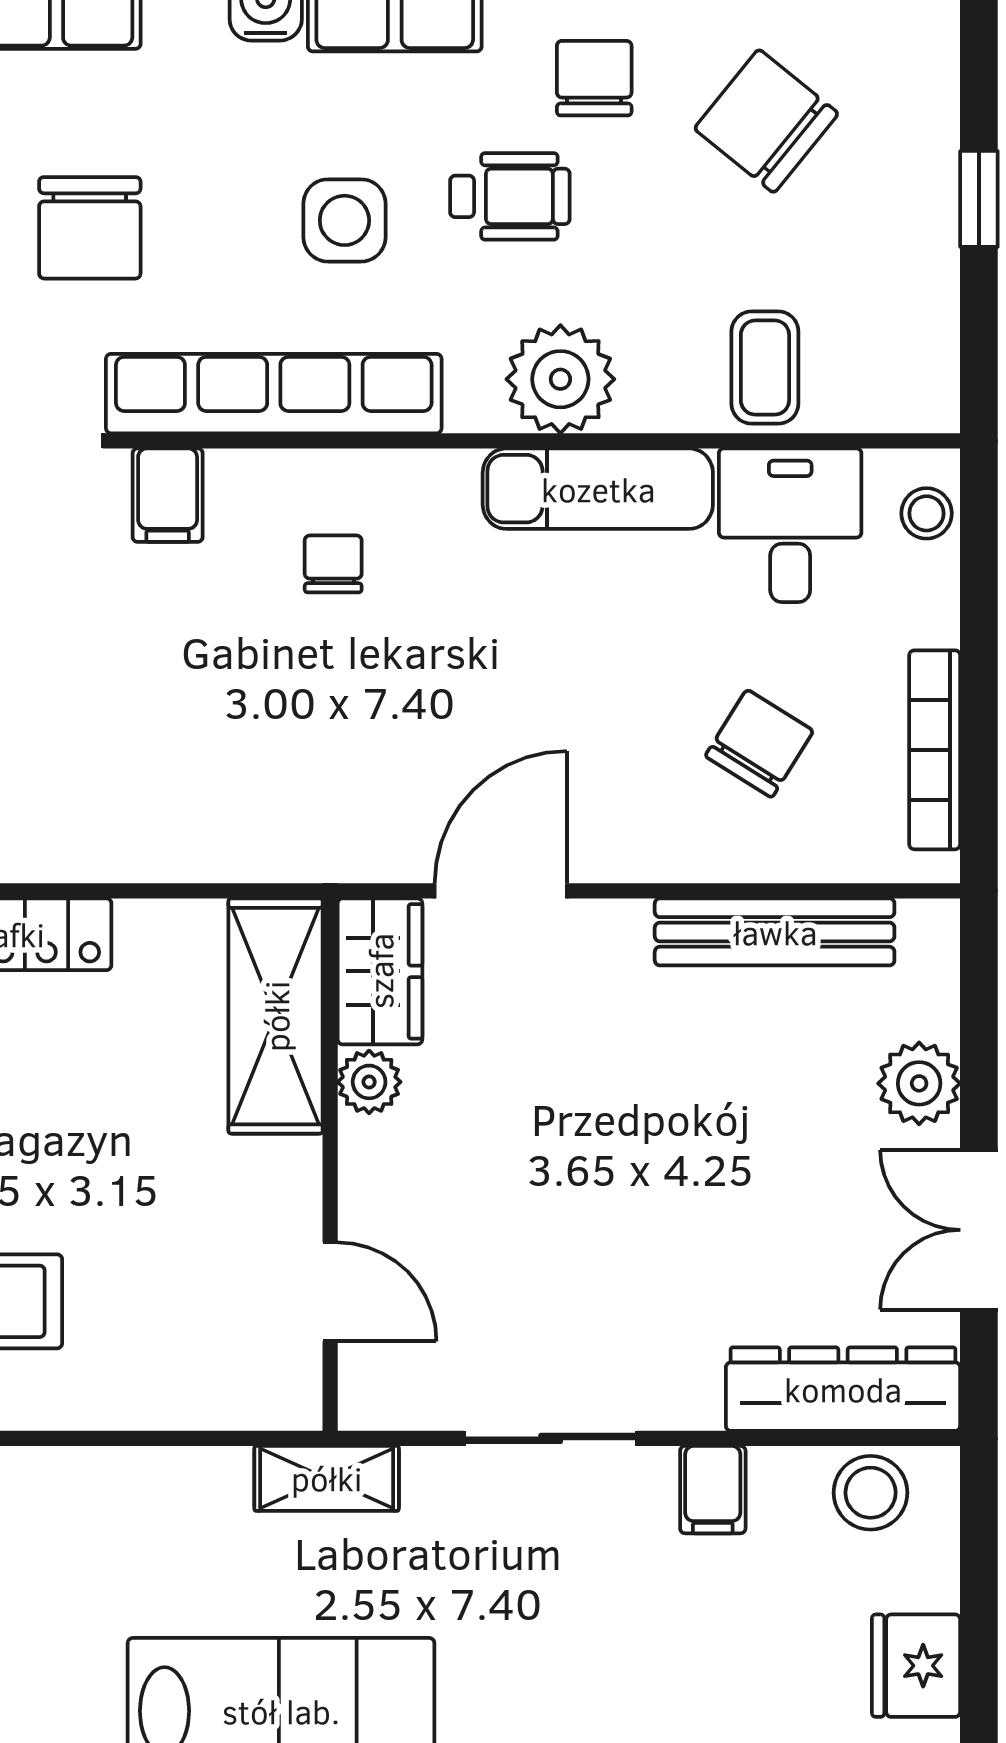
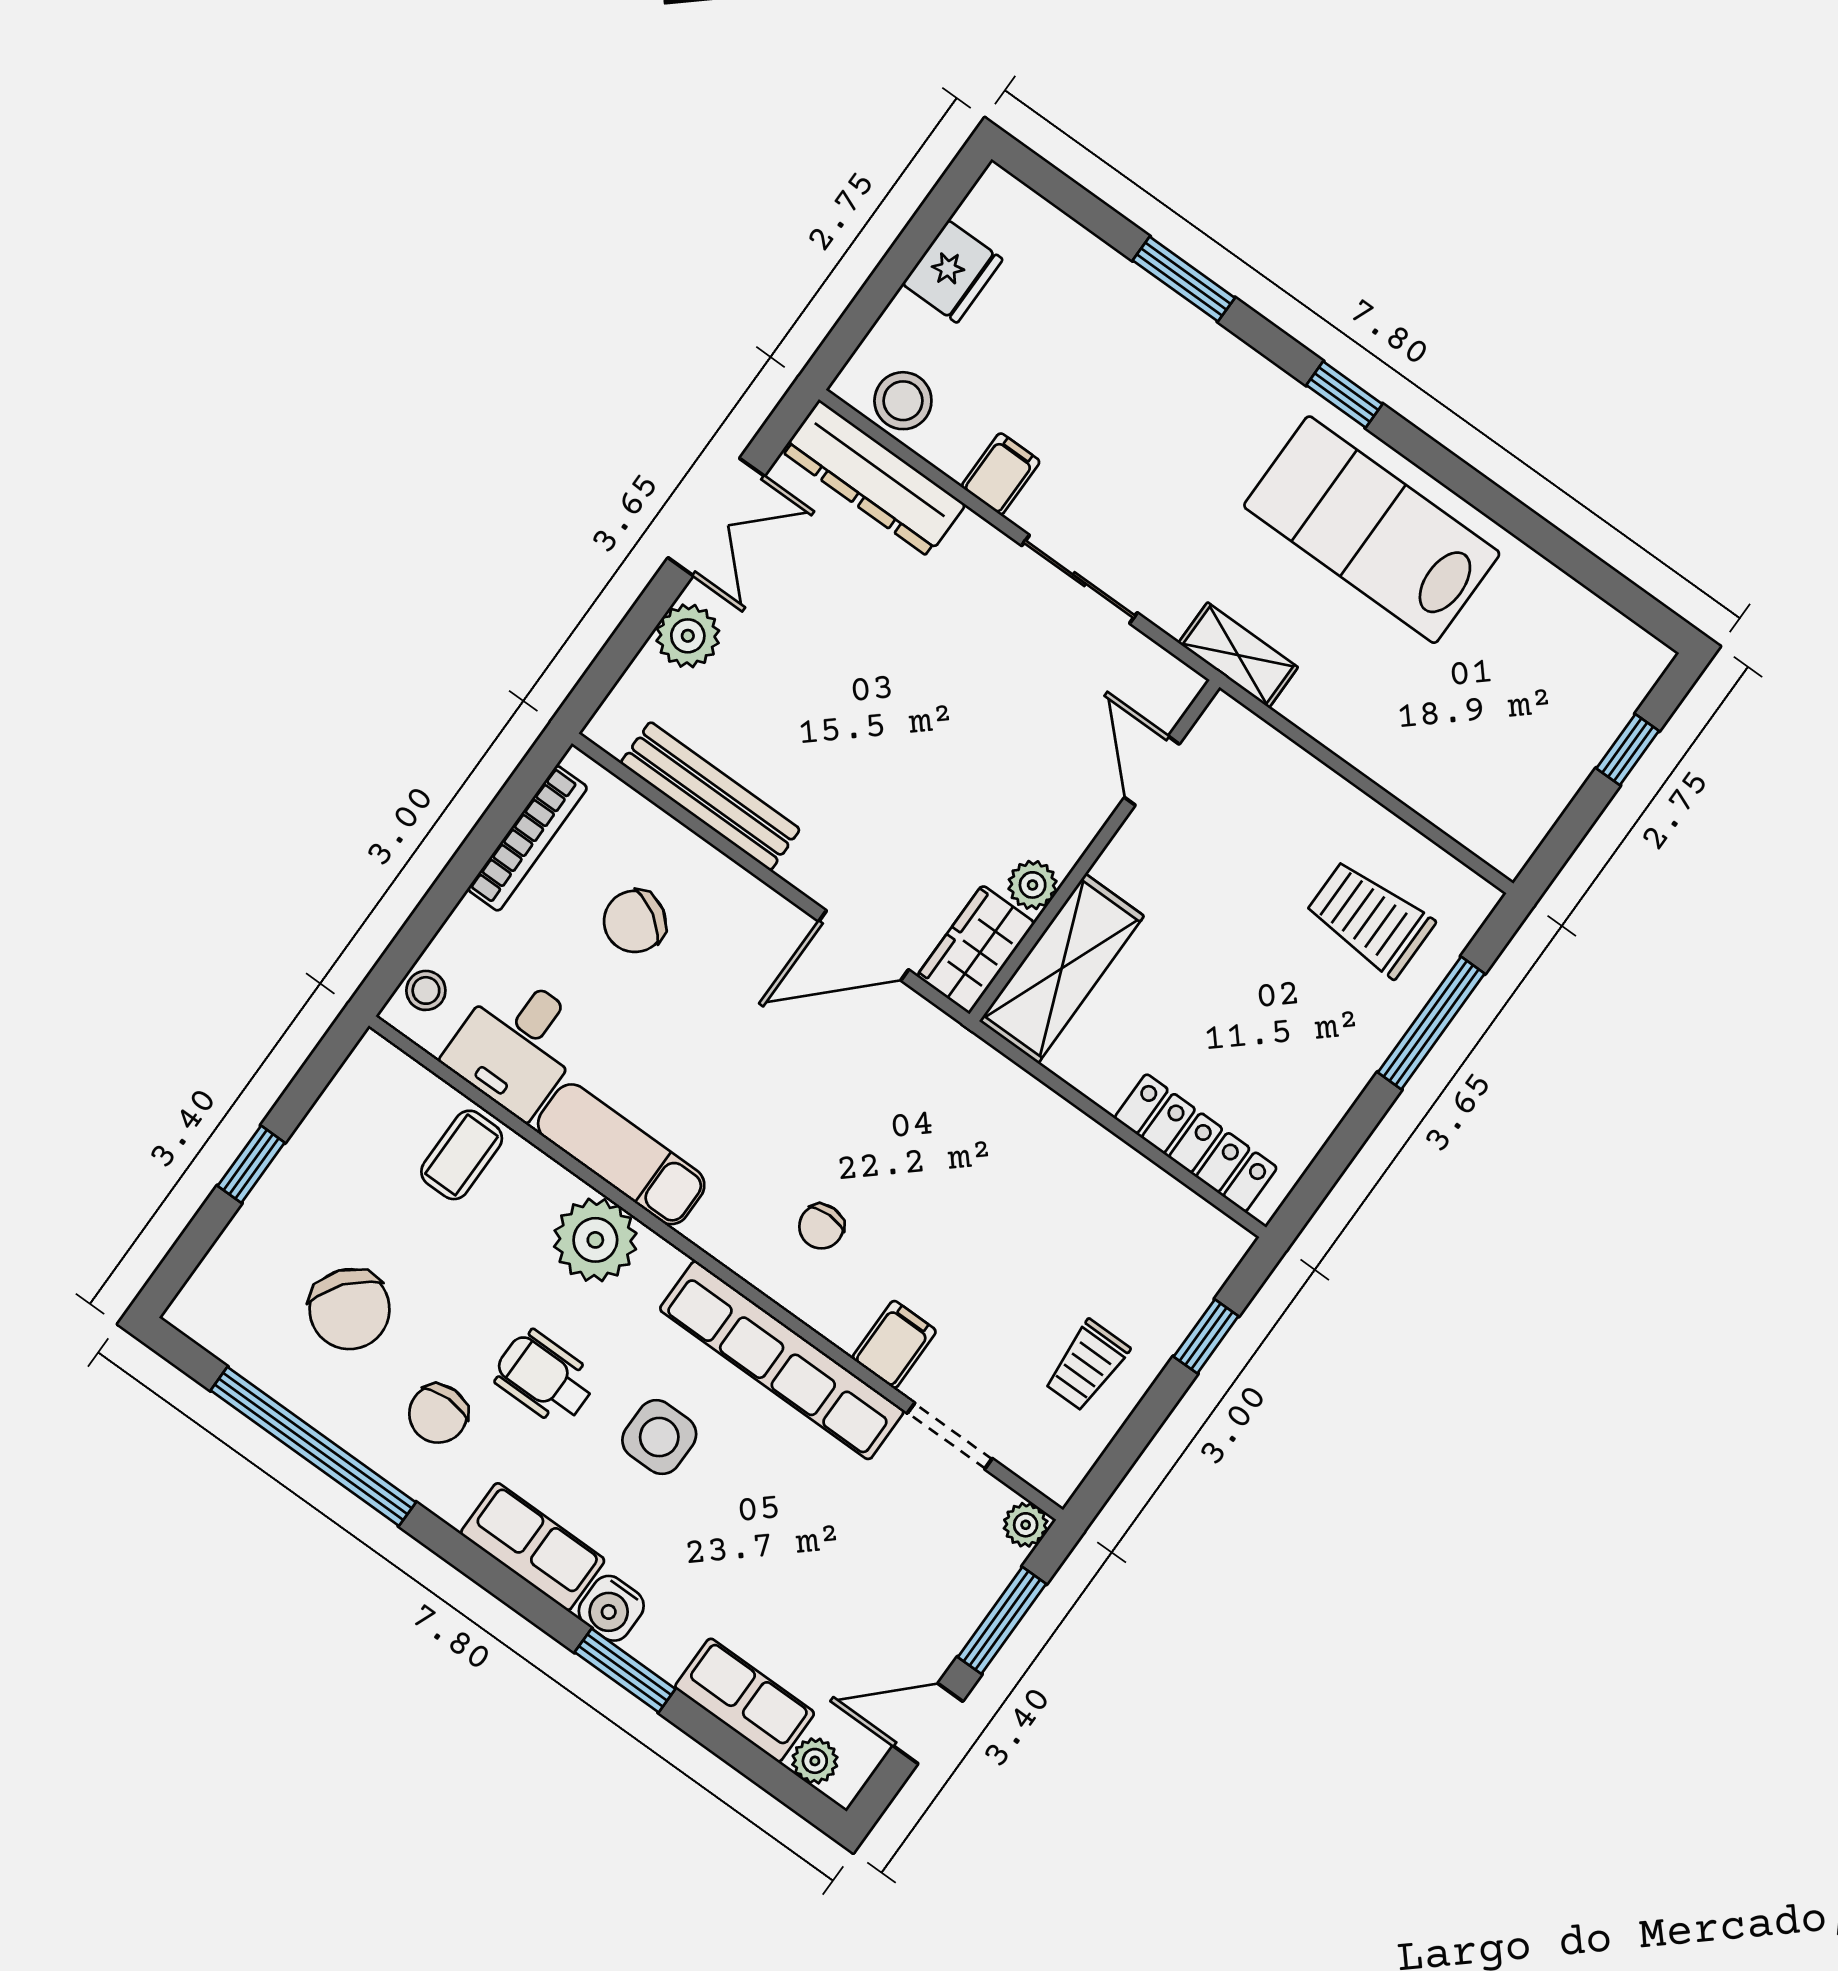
chair: (90, 228) -> (823, 1547), removed

